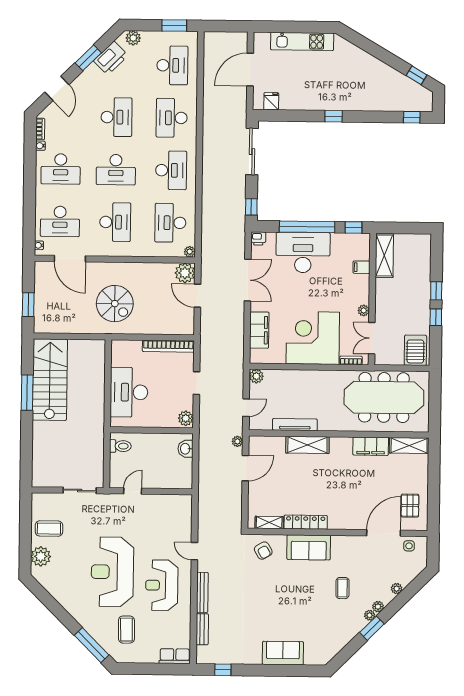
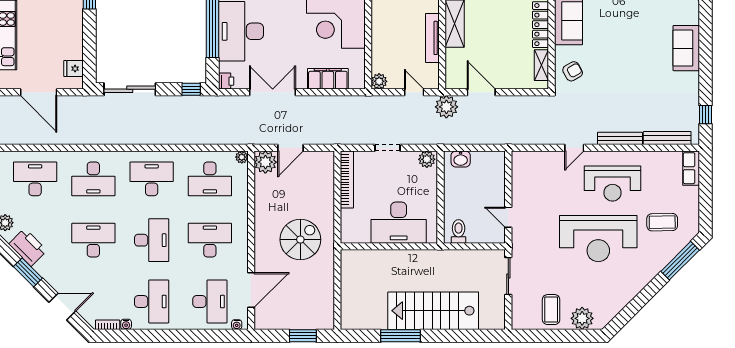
stairs: (50, 380) -> (433, 311), moved
plant: (237, 441) -> (446, 107), width x1.88, depth x1.88
bench: (202, 629) -> (667, 138), width x1.36

